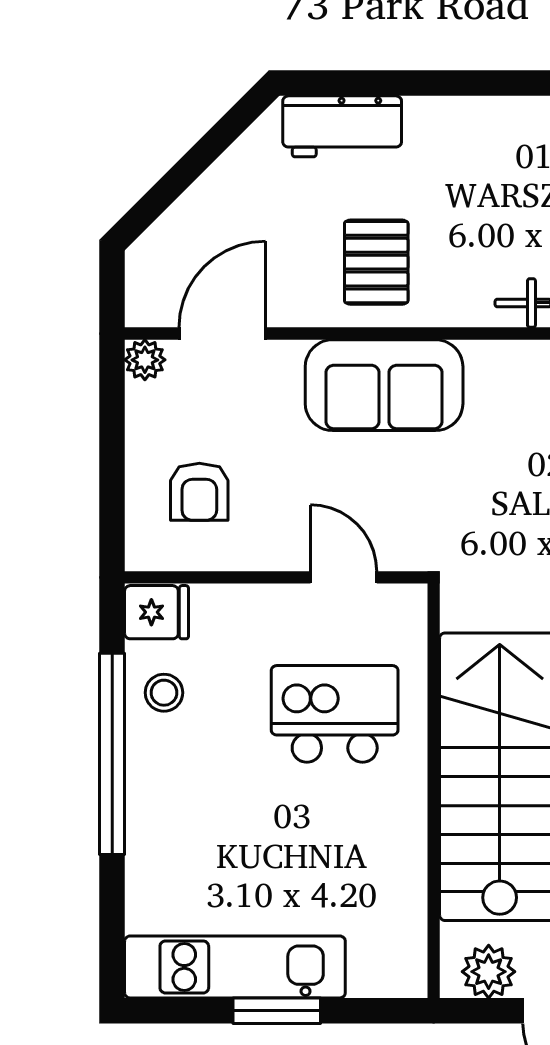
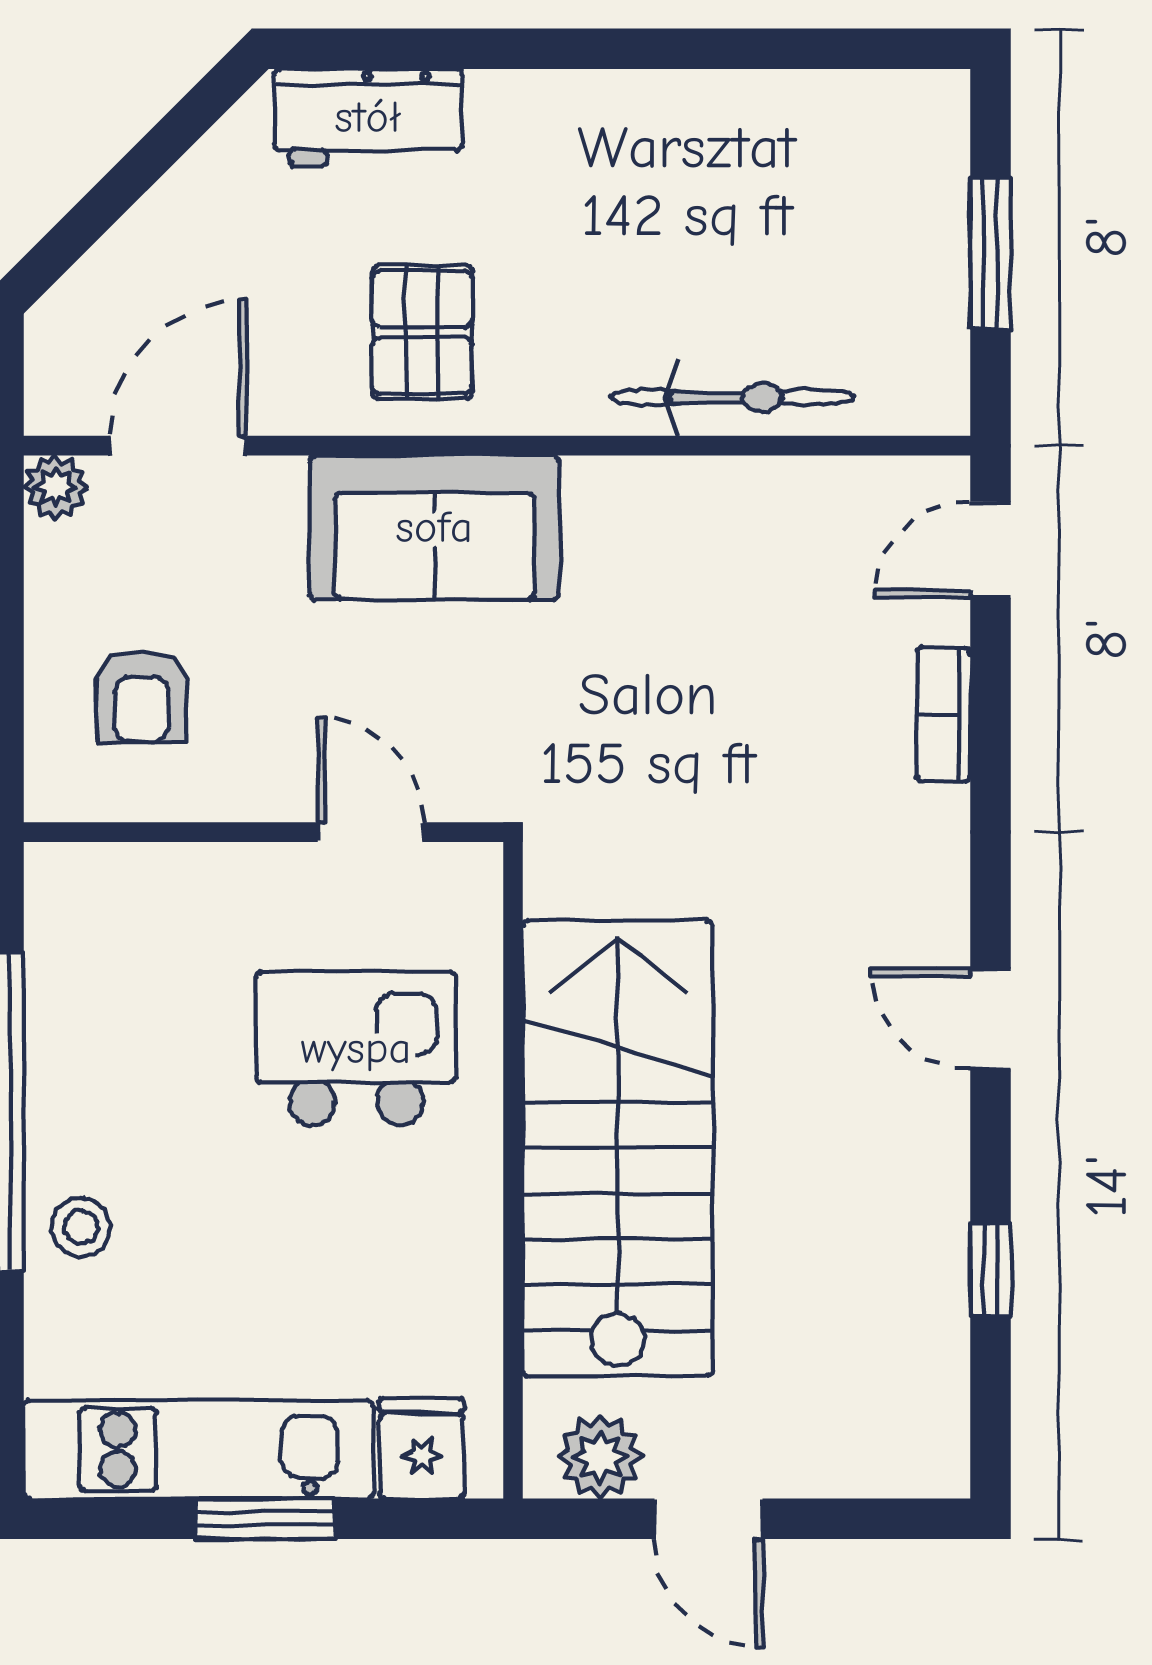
fridge: (157, 612) -> (422, 1448), moved, turned -90
stool: (164, 693) -> (81, 1227), moved

